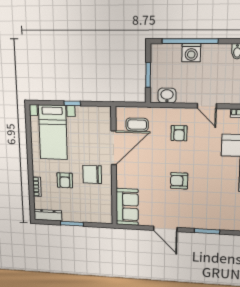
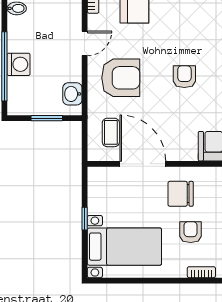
armchair: (179, 133) -> (121, 78), width x1.88, depth x1.88
chair: (92, 174) -> (181, 194), turned 90
armchair: (65, 180) -> (191, 232), turned -90
armchair: (179, 181) -> (184, 77), turned 180

